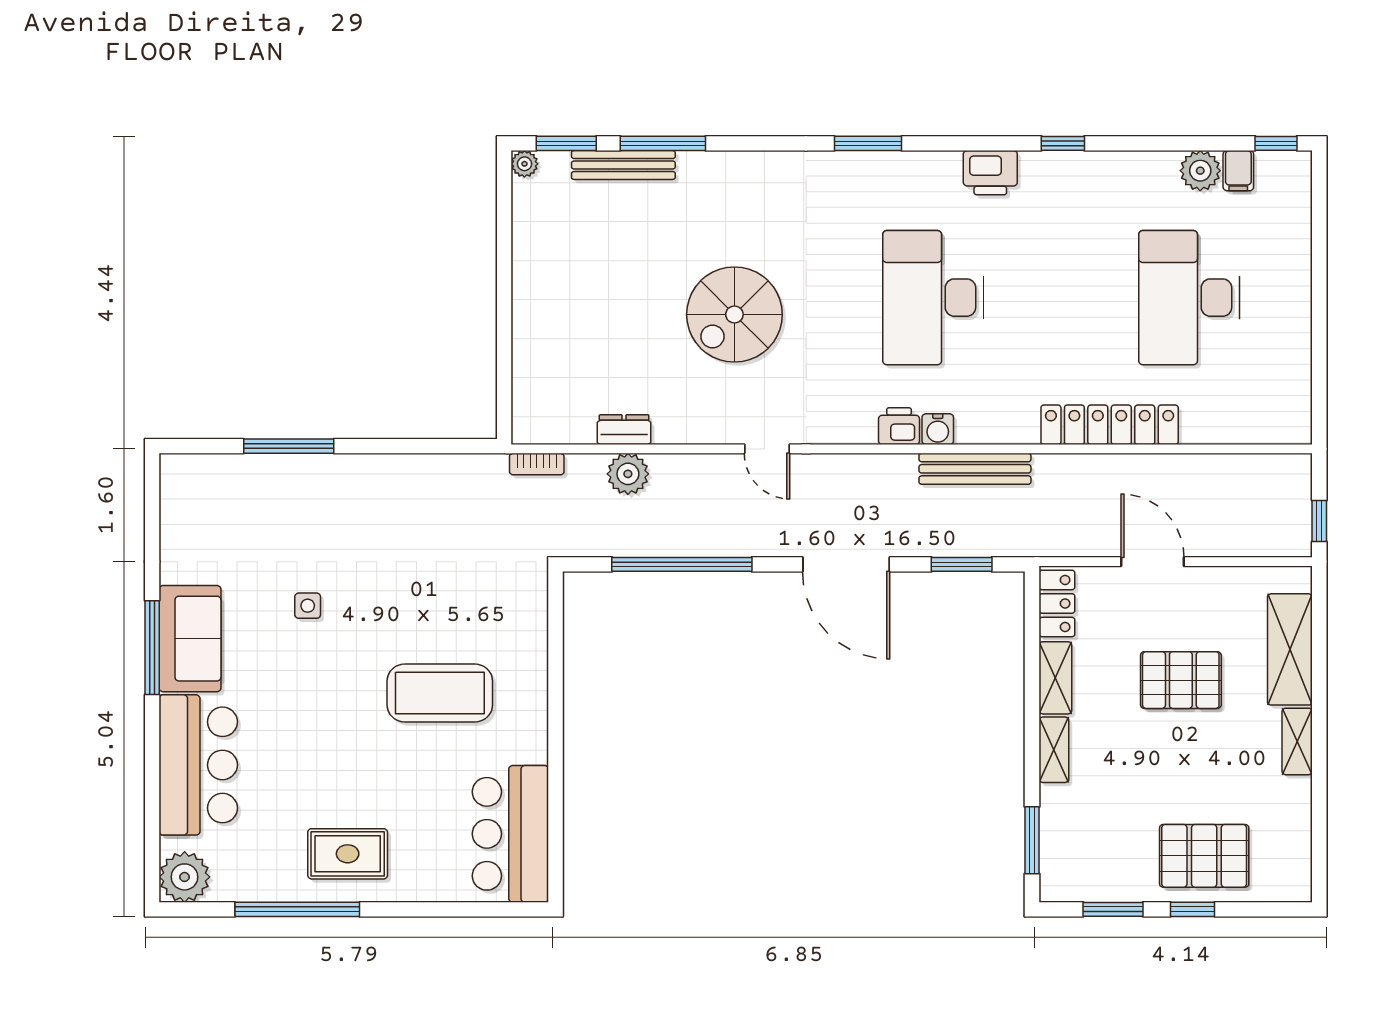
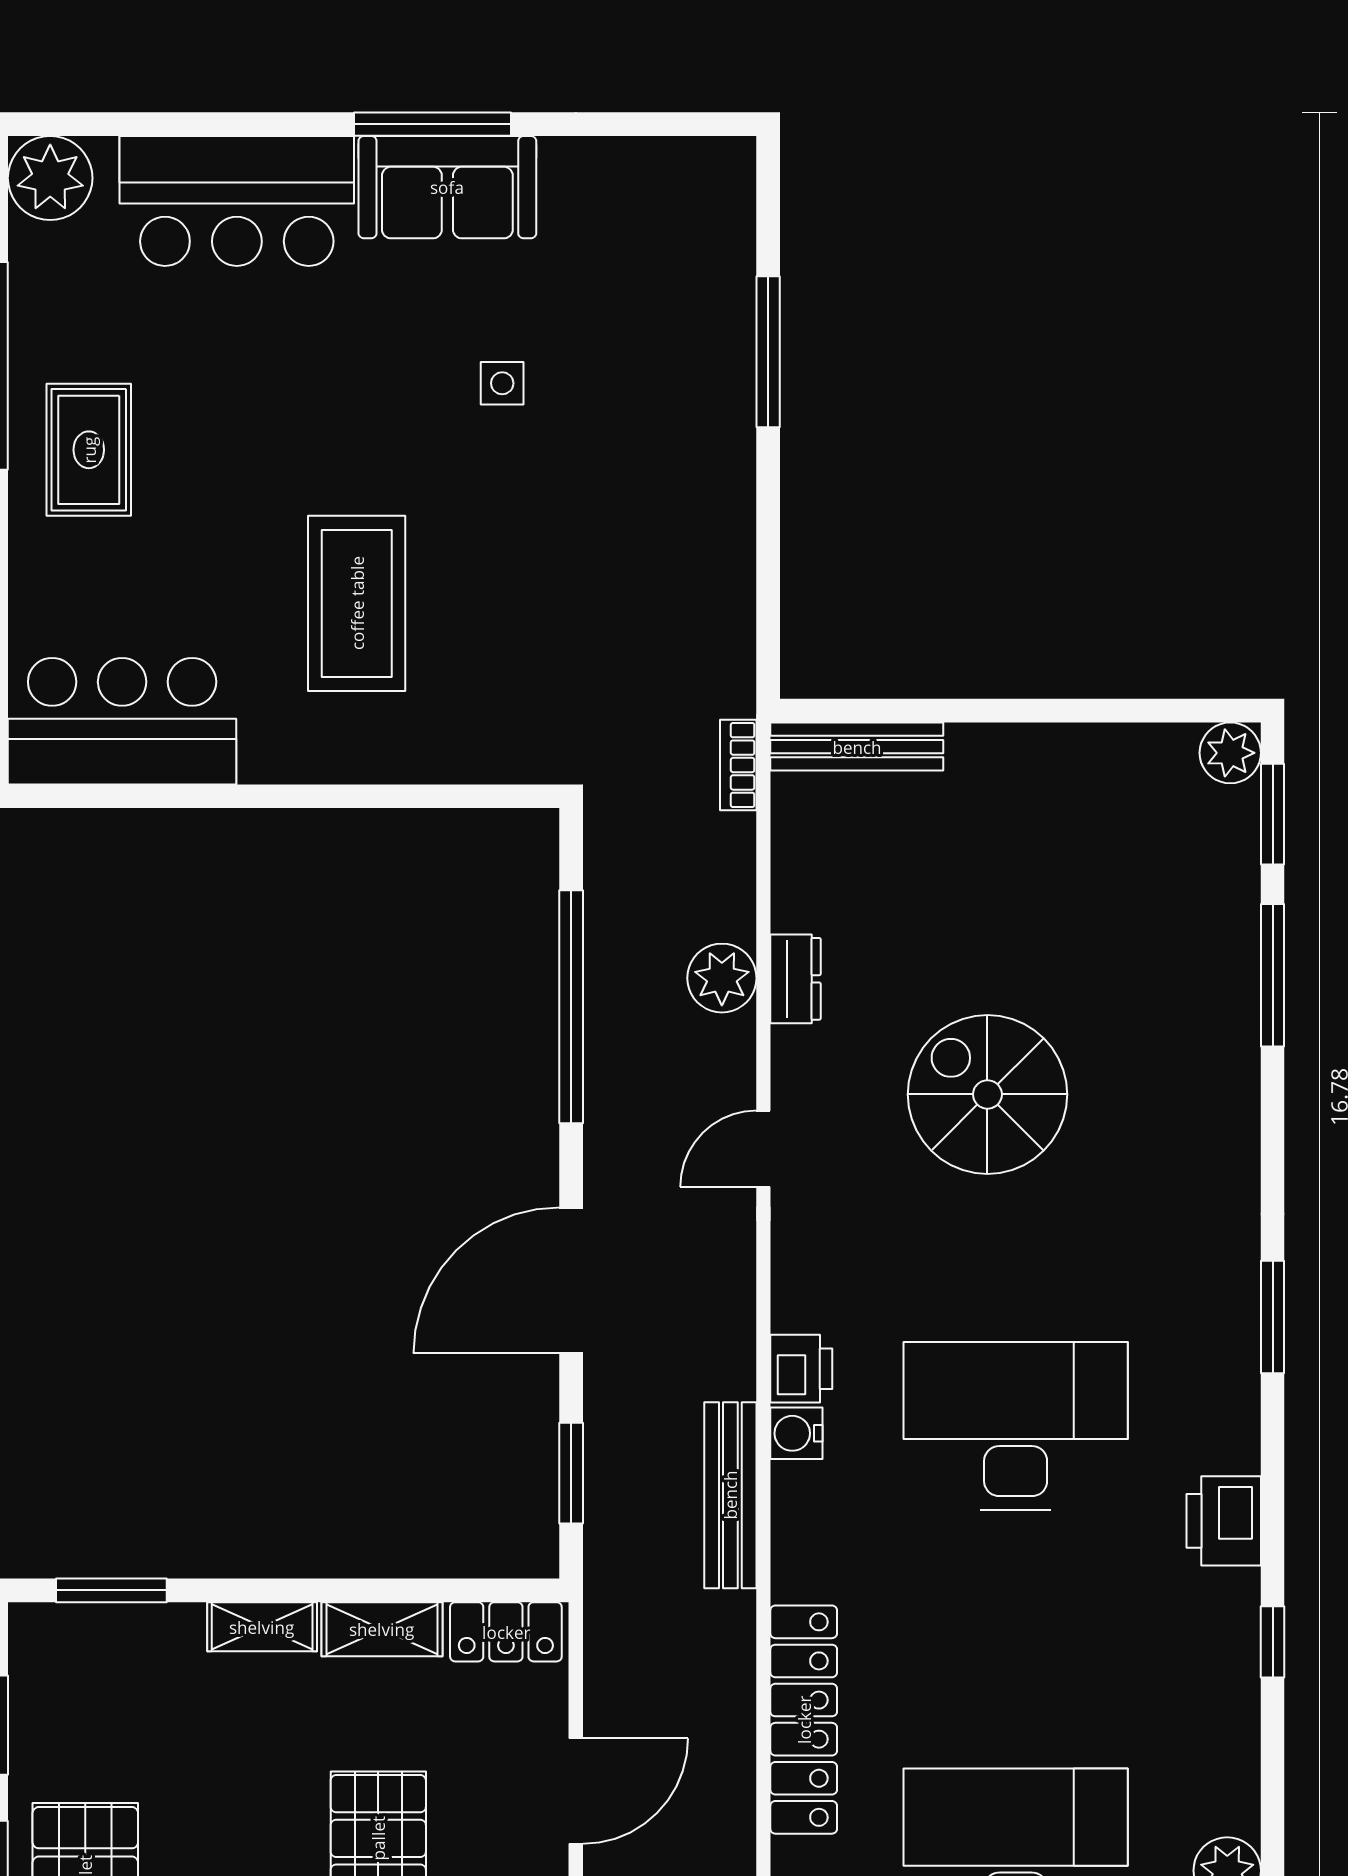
plant: (524, 164) -> (1230, 753), width x1.38, depth x1.38
bench: (623, 165) -> (857, 747), moved, turned 90
dresser: (624, 430) -> (795, 979), moved
plant: (628, 474) -> (722, 978), moved

